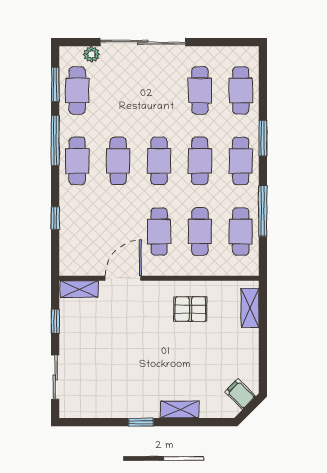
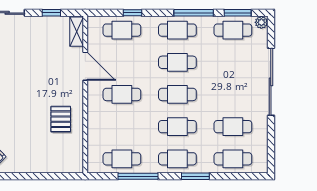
plant: (91, 54) -> (261, 22), moved
cafe table: (200, 231) -> (122, 30), moved
shelving: (250, 308) -> (62, 166), removed

